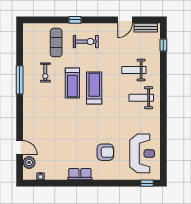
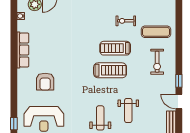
window: (75, 20) -> (179, 81), moved
weight bench: (134, 70) -> (128, 110), turned 180
row of seats: (80, 174) -> (23, 50), width x1.48

